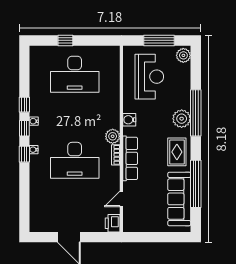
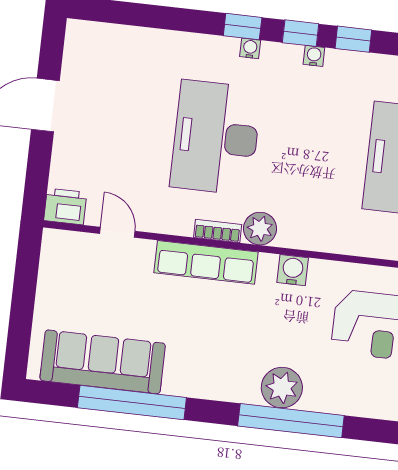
rug: (177, 152) -> (209, 369), removed

